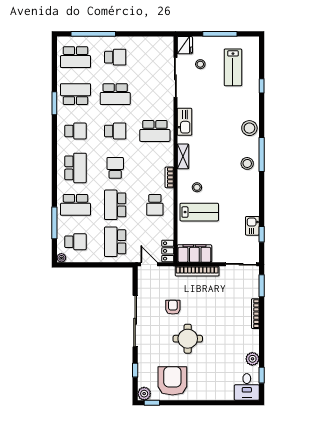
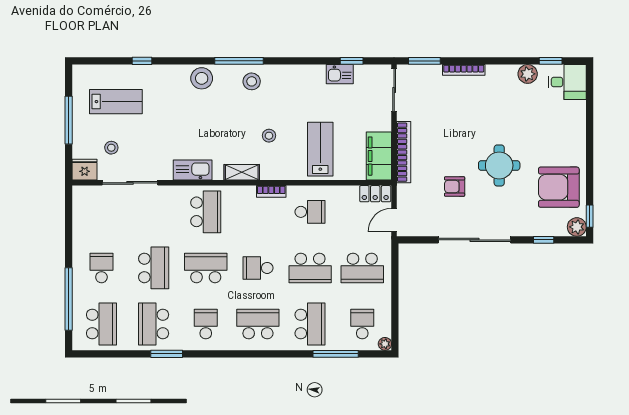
school desk: (115, 131) -> (206, 268), width x1.85
stool: (197, 187) -> (269, 136), moved

